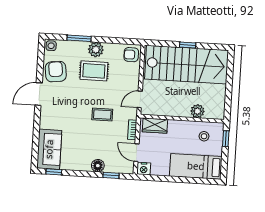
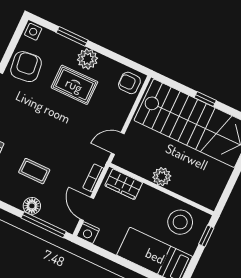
plant: (197, 111) -> (162, 177), moved
coffee table: (102, 114) -> (34, 171), moved
stool: (204, 136) -> (180, 222), width x1.89, depth x1.89
window: (111, 175) -> (44, 225), width x2.17

